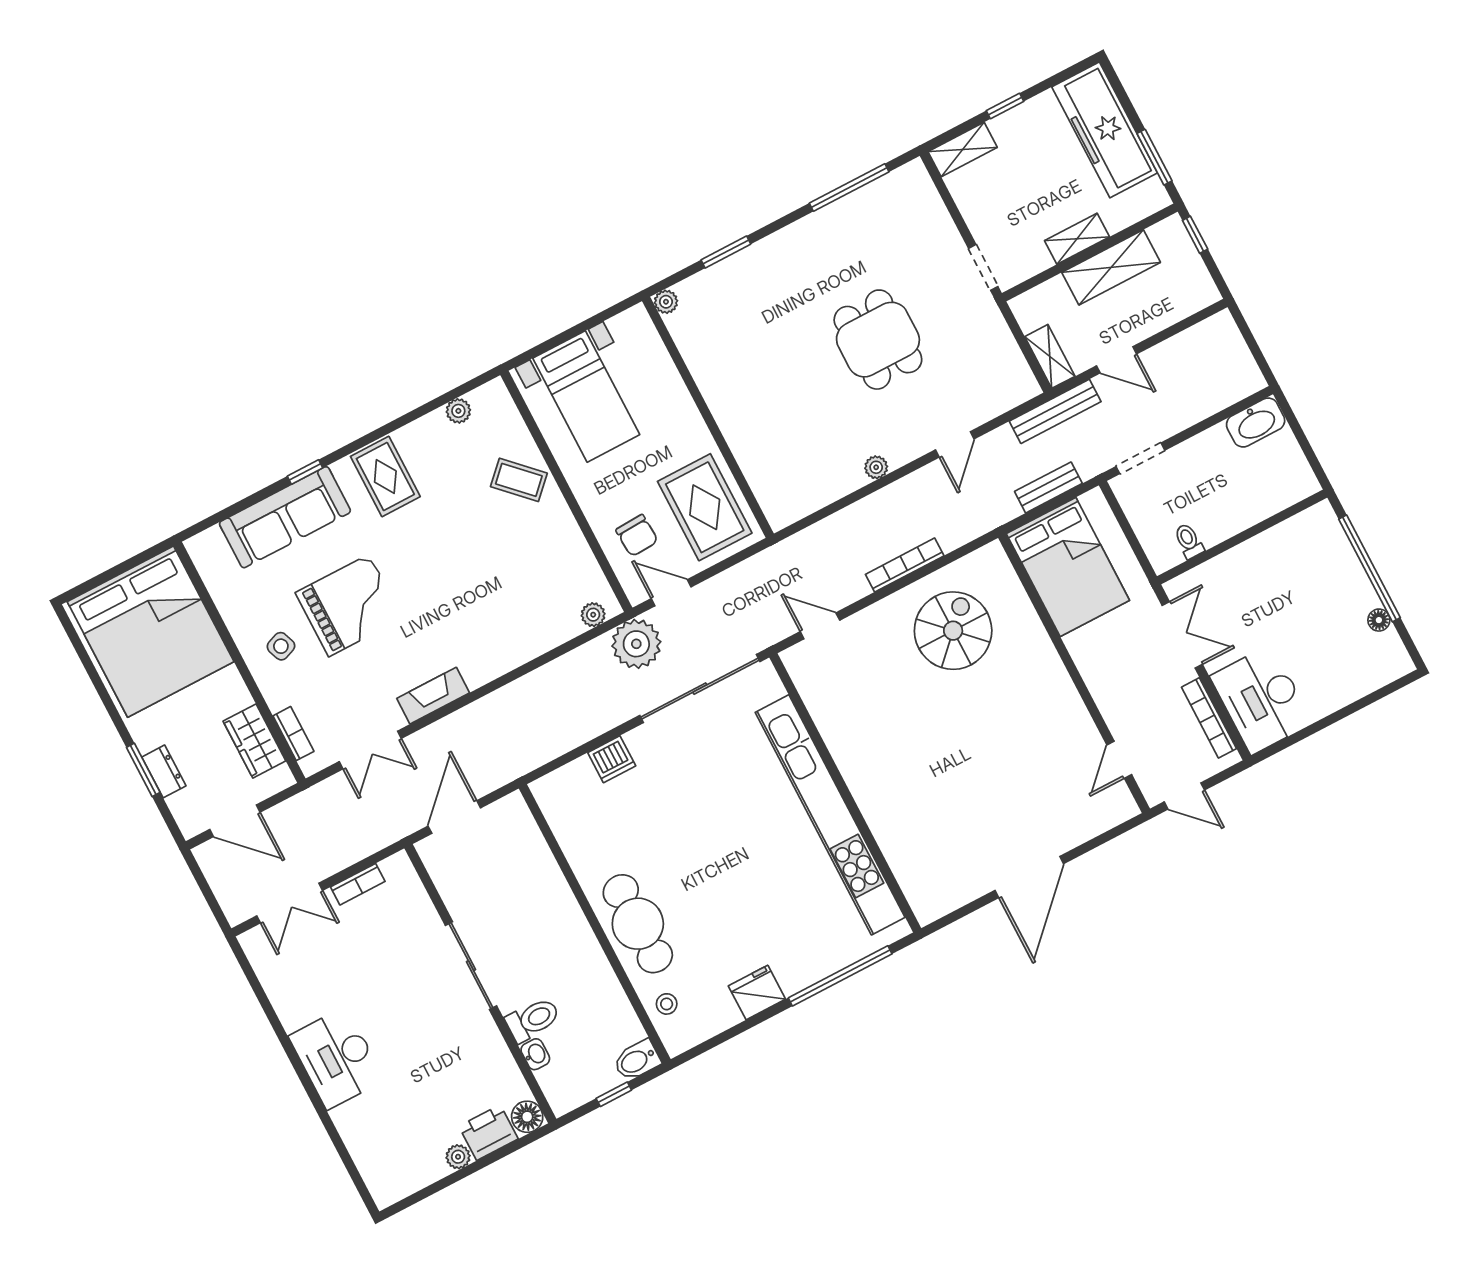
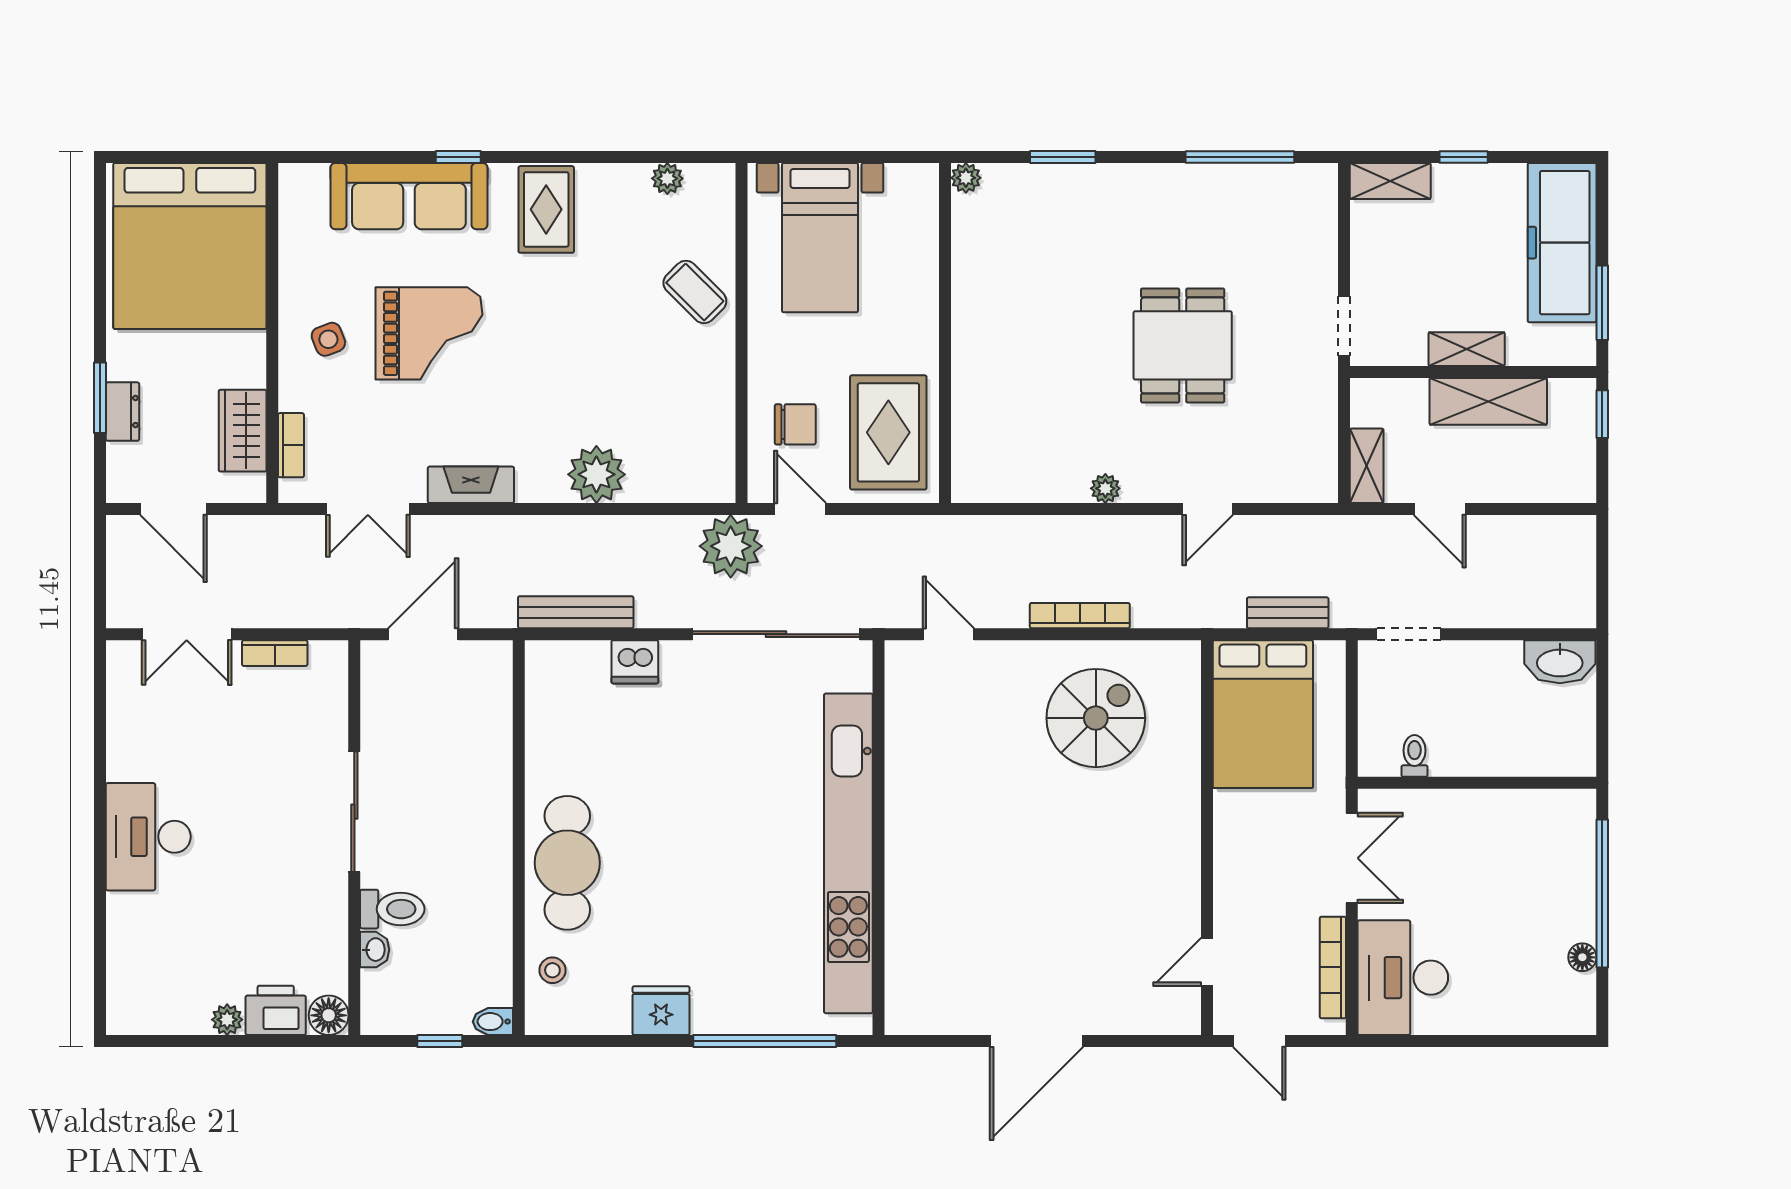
bench: (1055, 411) -> (576, 612), moved
chair: (637, 536) -> (795, 424), turned -87
plant: (593, 615) -> (596, 474), moved, width x1.88, depth x1.88
bidet: (637, 1060) -> (493, 1022), width x0.72, depth x0.74

